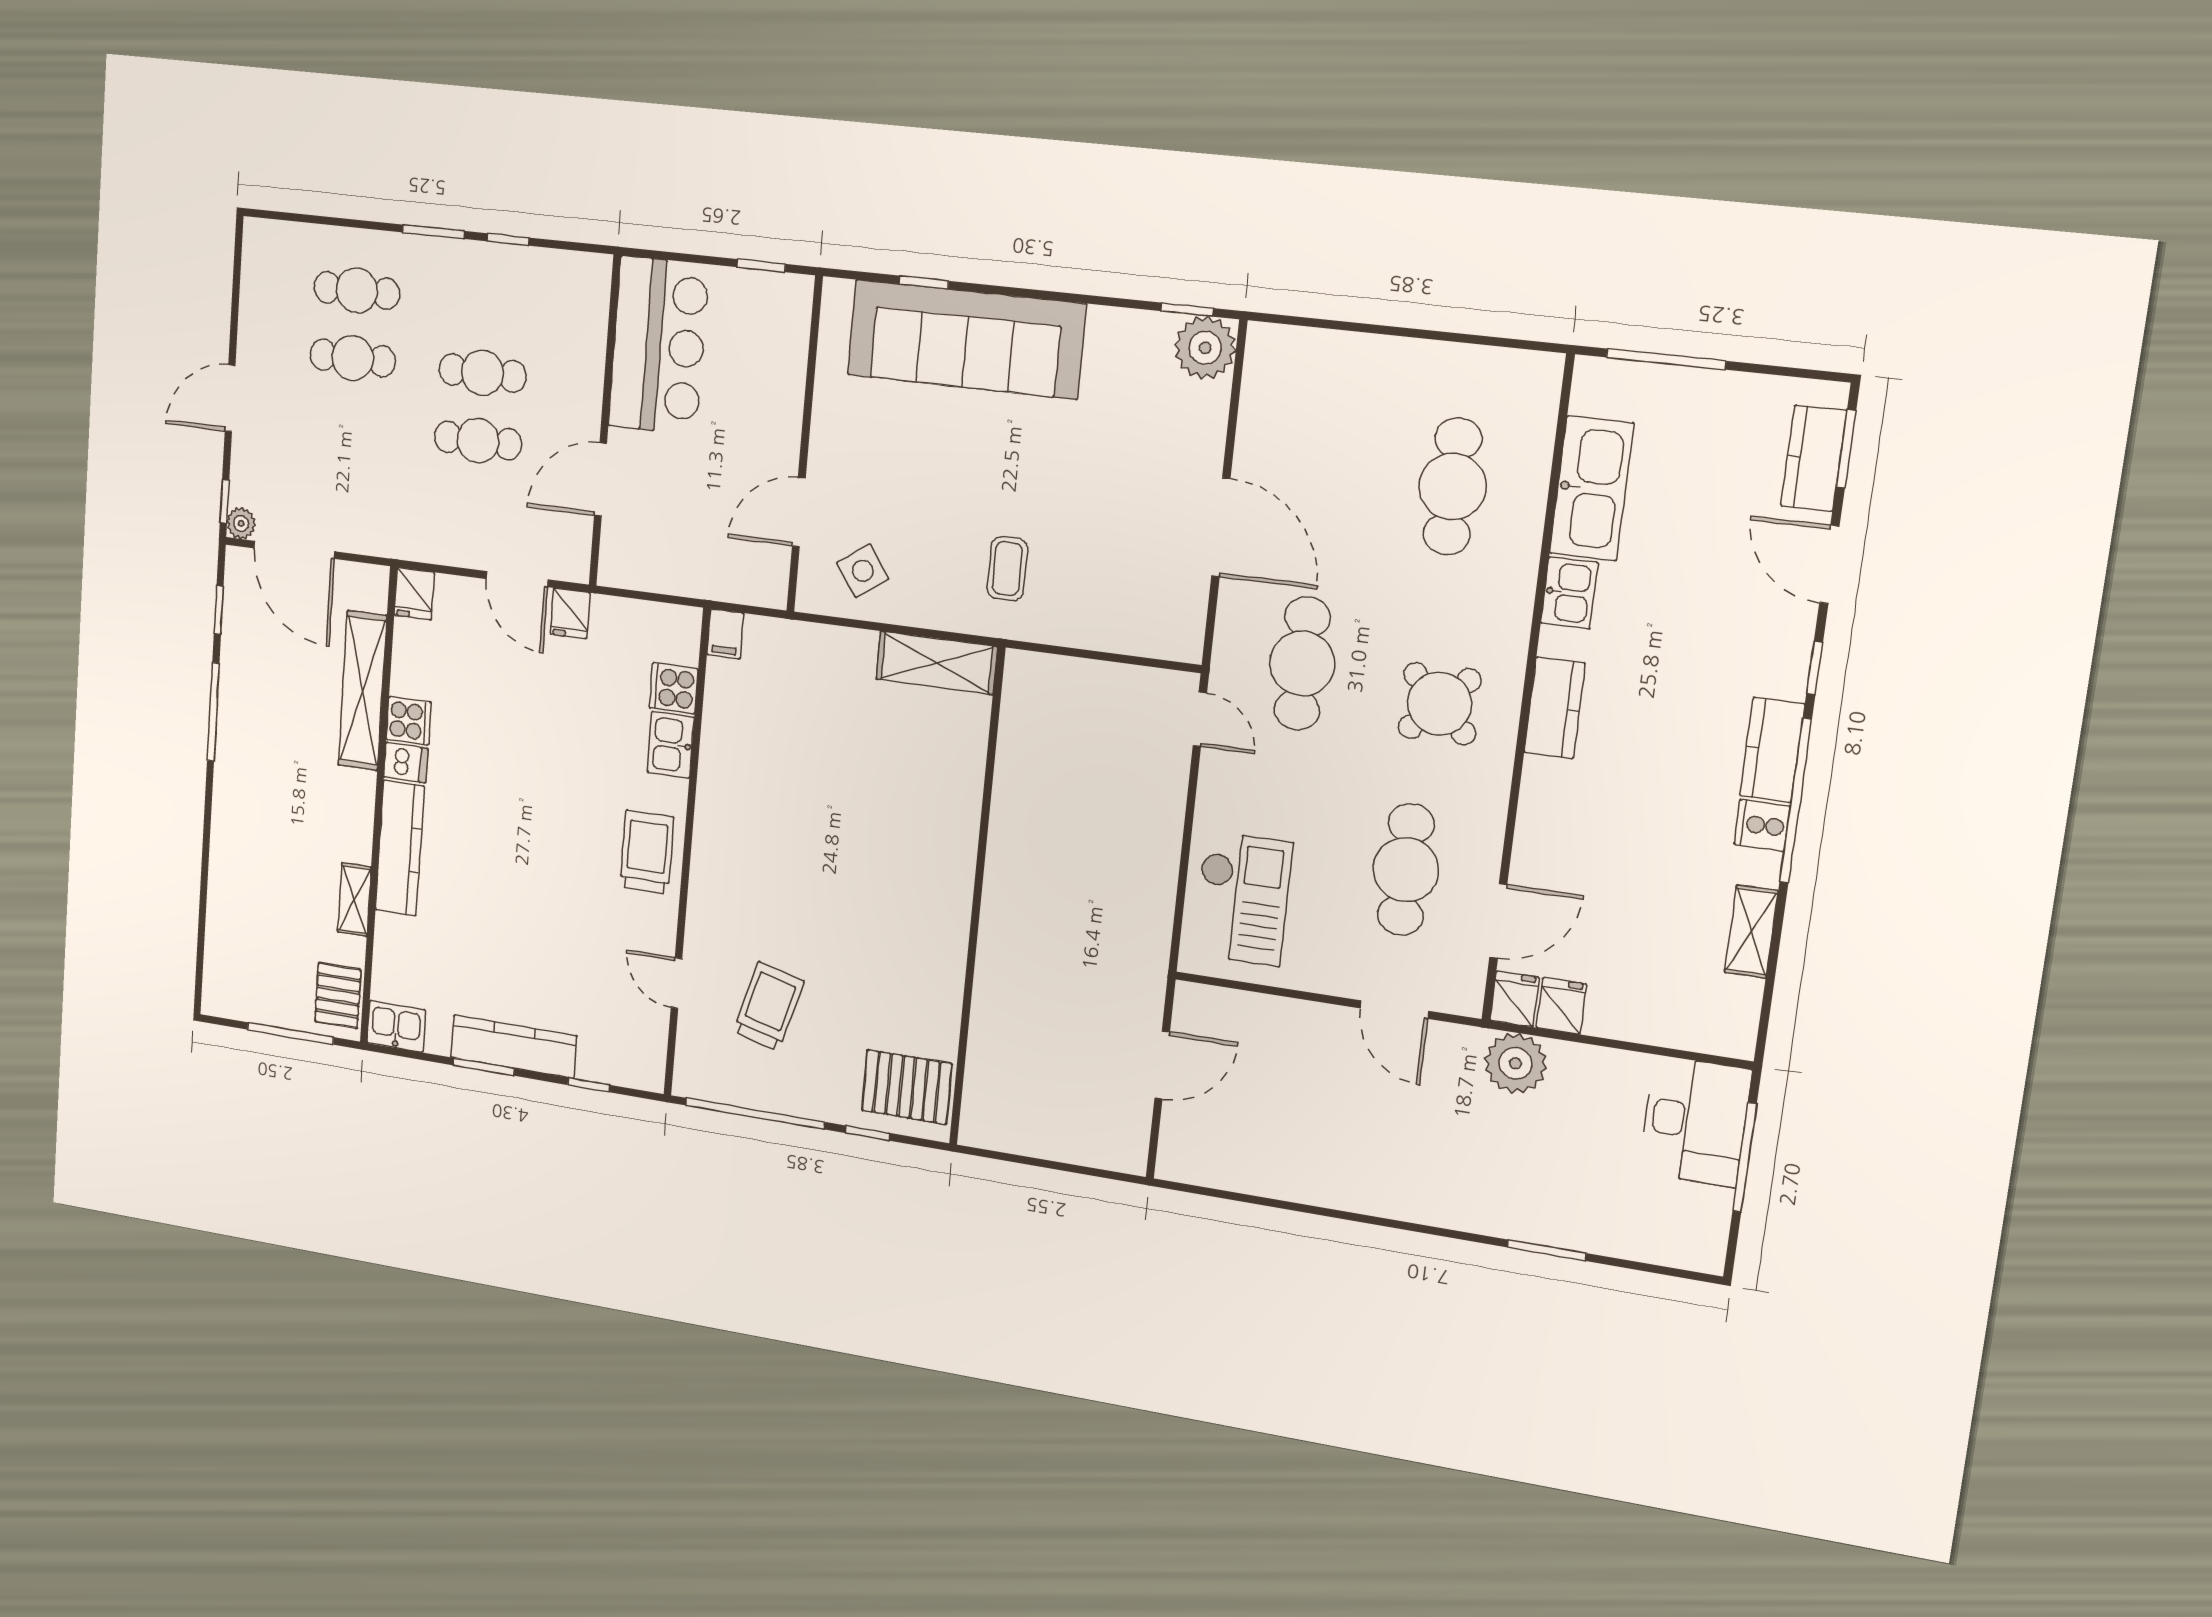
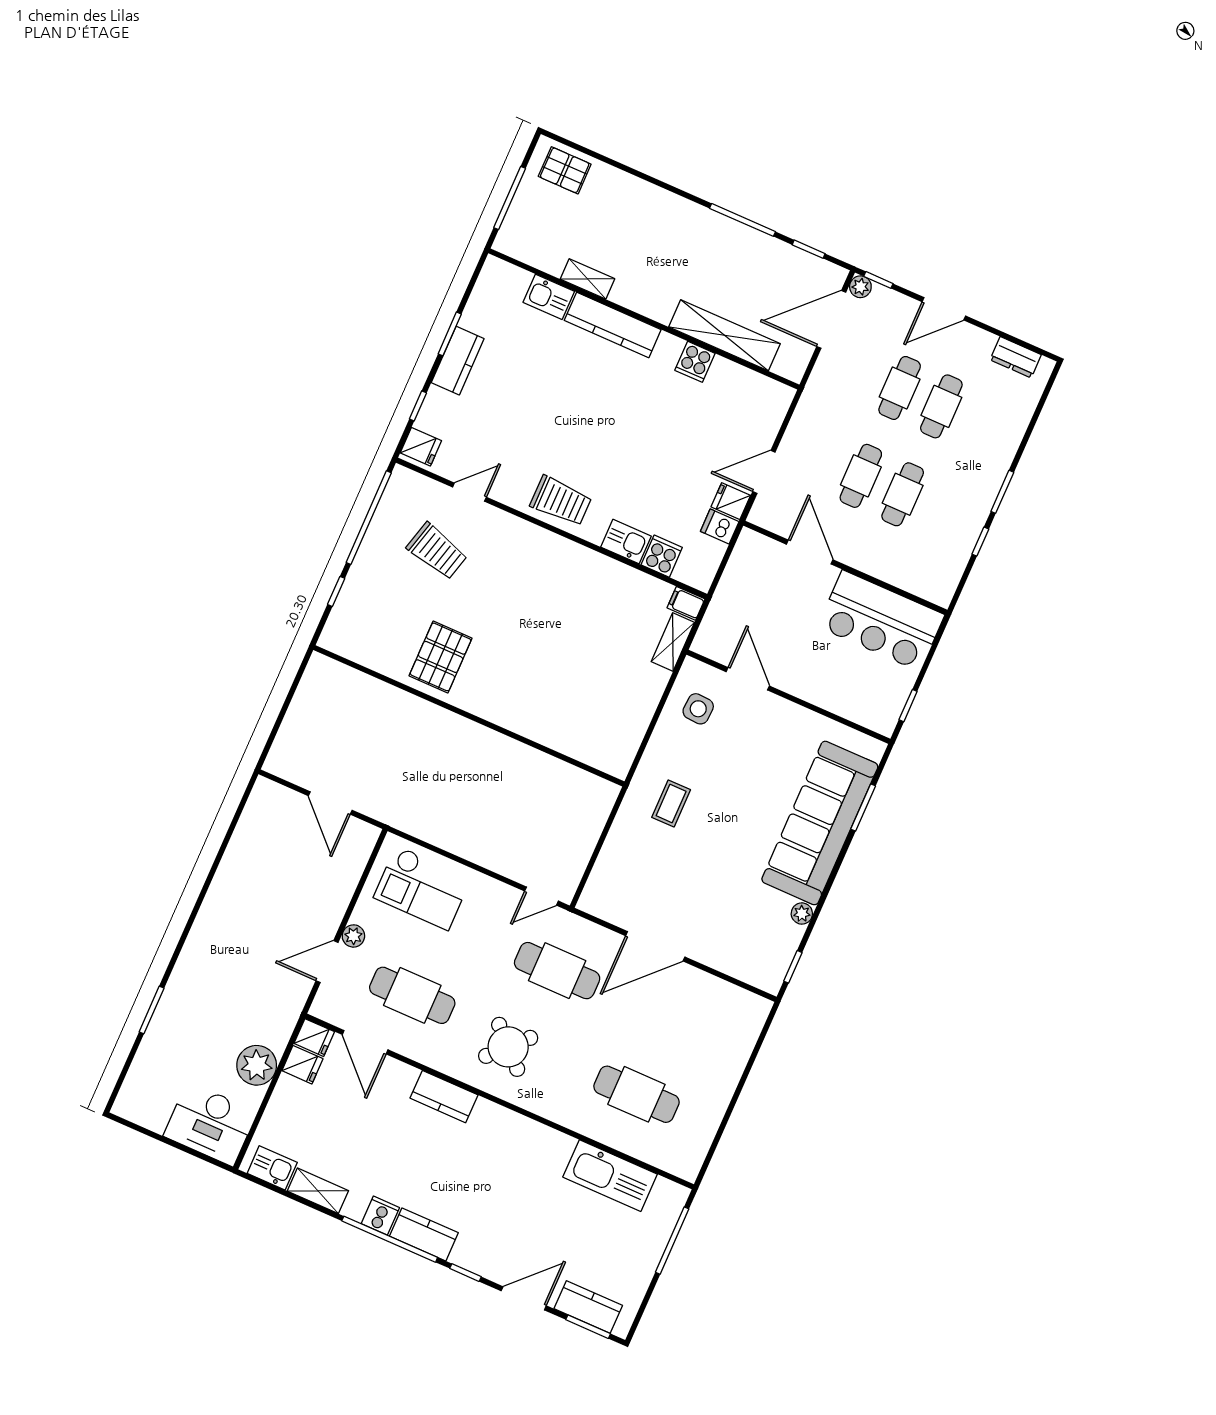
dresser: (257, 276) -> (1016, 357), added
window: (924, 282) -> (863, 807), width x1.50
cafe table: (357, 290) -> (900, 388), moved
plant: (1205, 348) -> (802, 914), moved, width x0.53, depth x0.53
door: (230, 398) -> (944, 309), swing flipped
coffee table: (1007, 569) -> (671, 803), turned 90
side table: (863, 571) -> (698, 709), turned 38
kitchen sink: (1569, 593) -> (272, 1168), moved, turned 180
fridge: (414, 594) -> (421, 447), moved, turned 180
shelving: (937, 663) -> (673, 642), moved, width x0.67, depth x0.75
kitchen counter: (1555, 708) -> (444, 1097), moved
dishwasher: (406, 763) -> (720, 527), moved, turned 90
plant: (1344, 981) -> (353, 936), added
pallet: (338, 996) -> (565, 170), moved
kitchen sink: (396, 1026) -> (549, 297), moved, turned 90
kitchen counter: (514, 1047) -> (458, 361), width x0.67
plant: (1515, 1063) -> (257, 1065), moved
pallet: (907, 1087) -> (441, 657), moved
window: (1745, 1157) -> (180, 1147), removed

